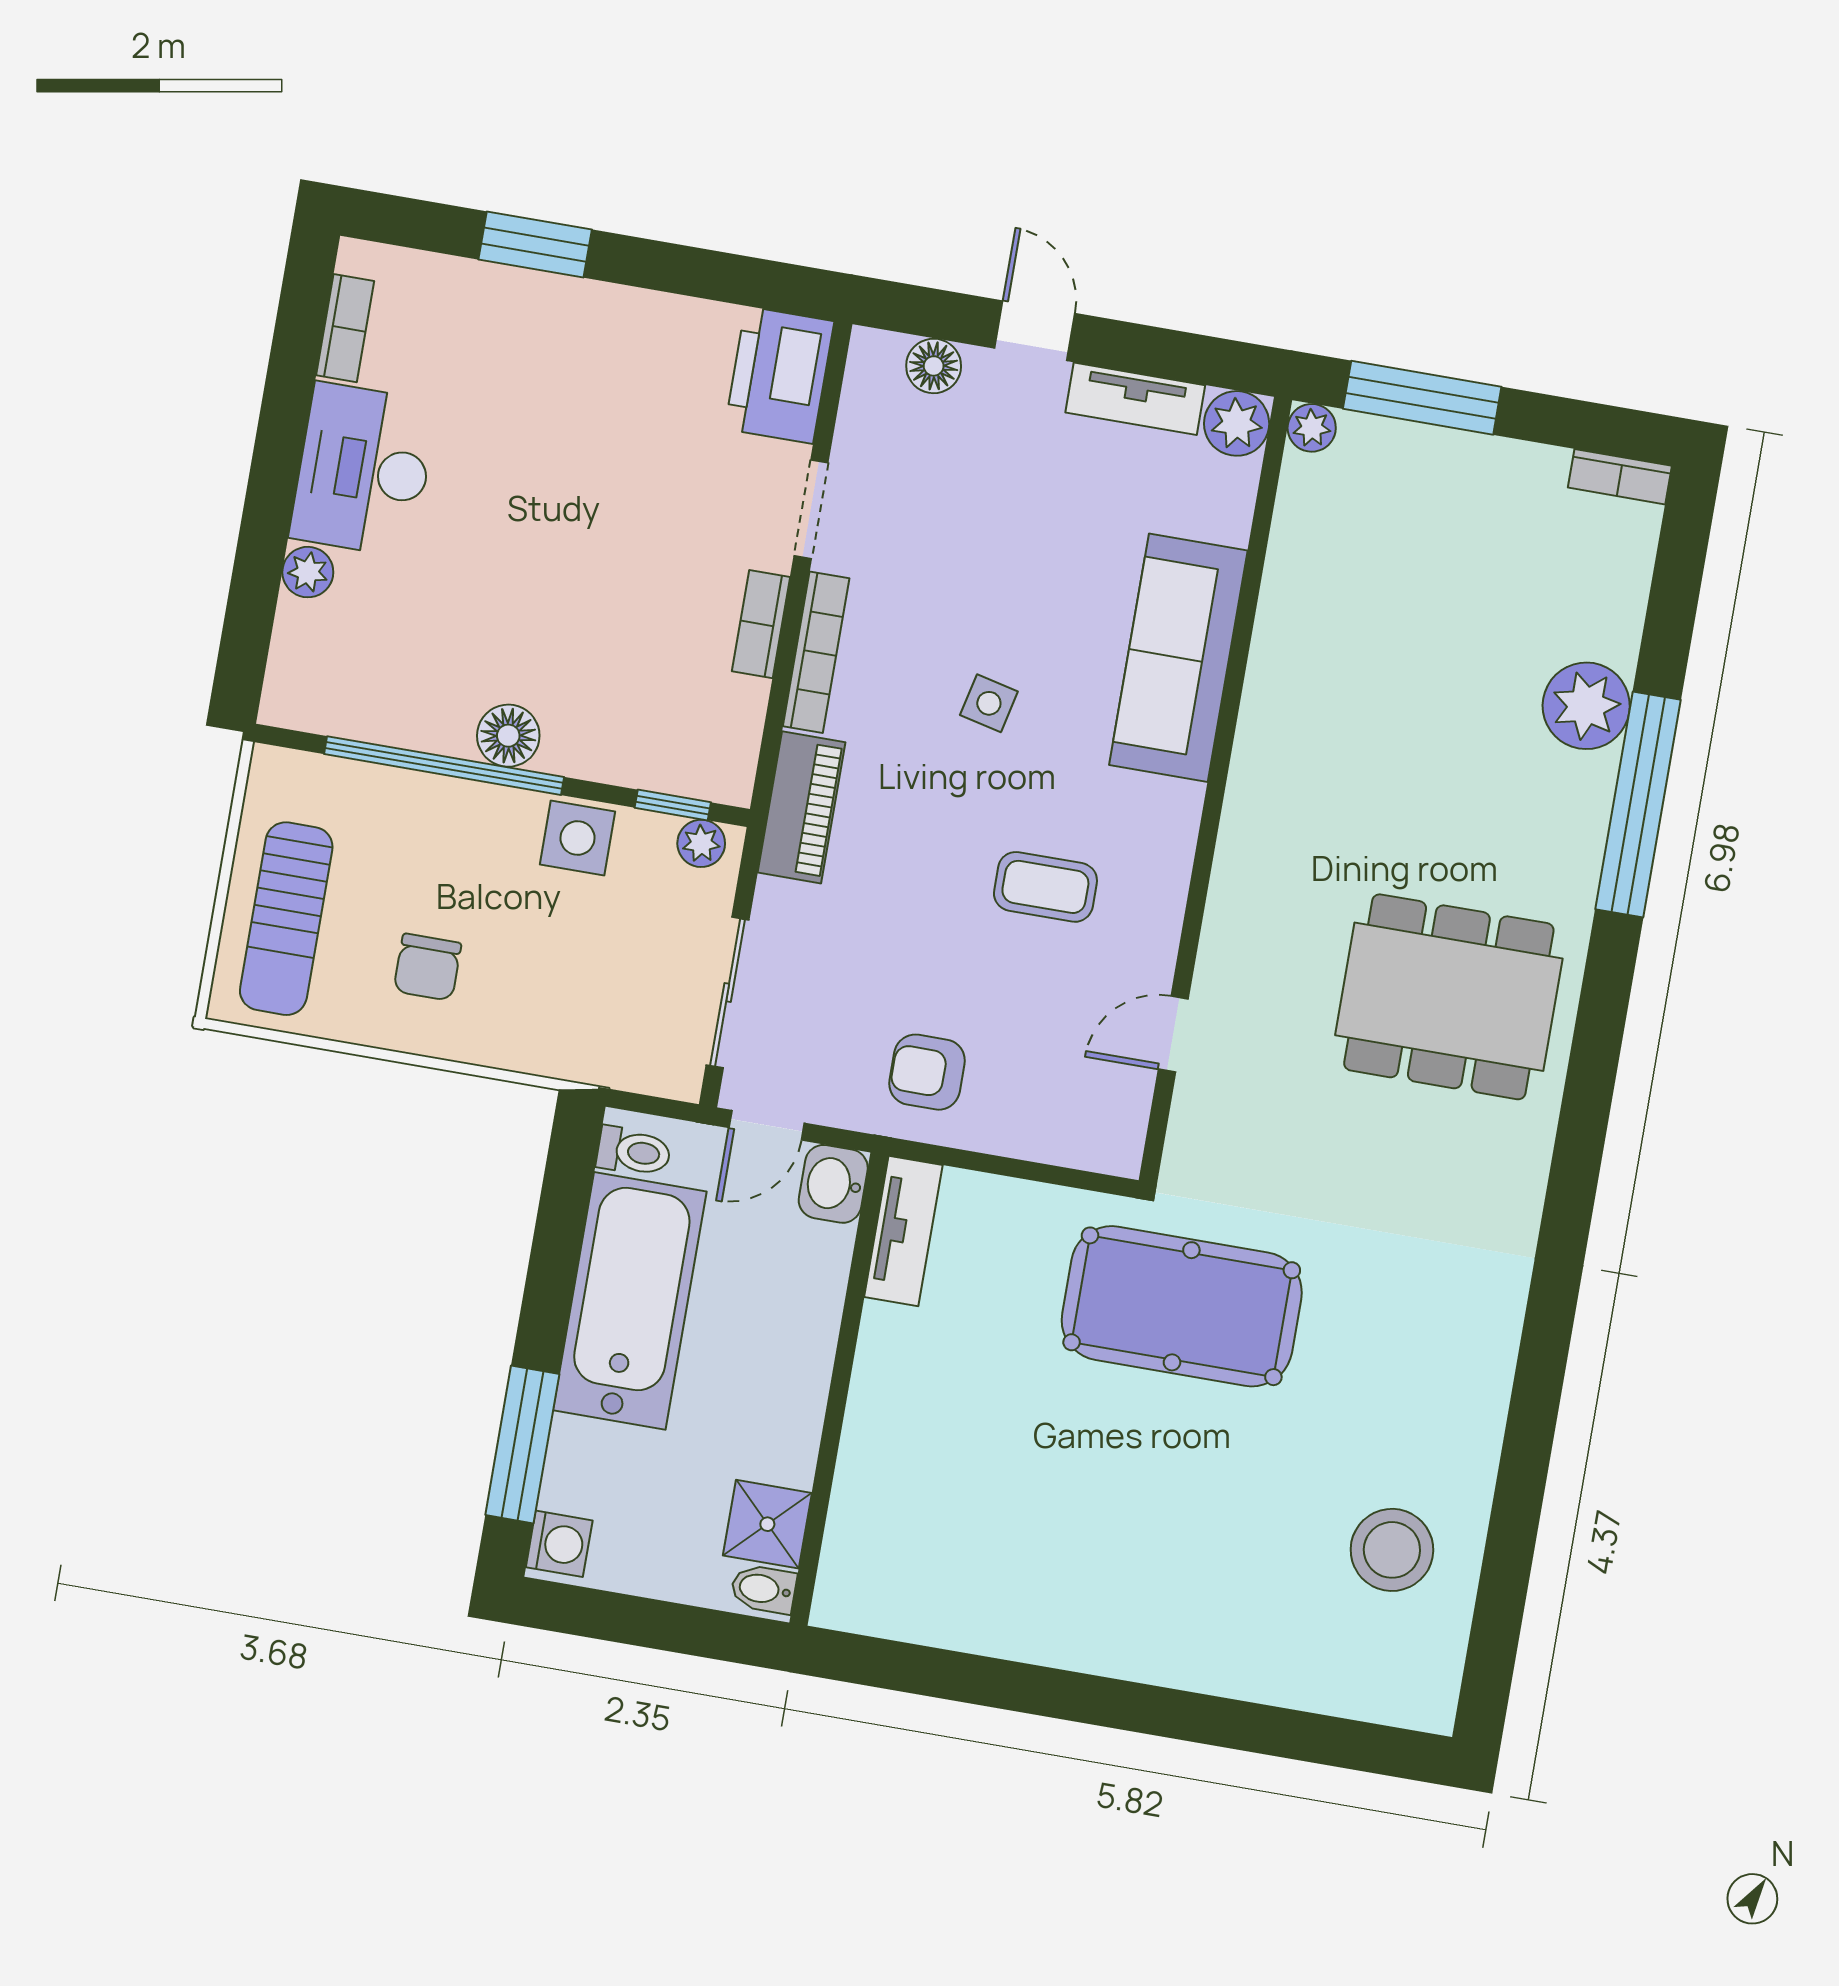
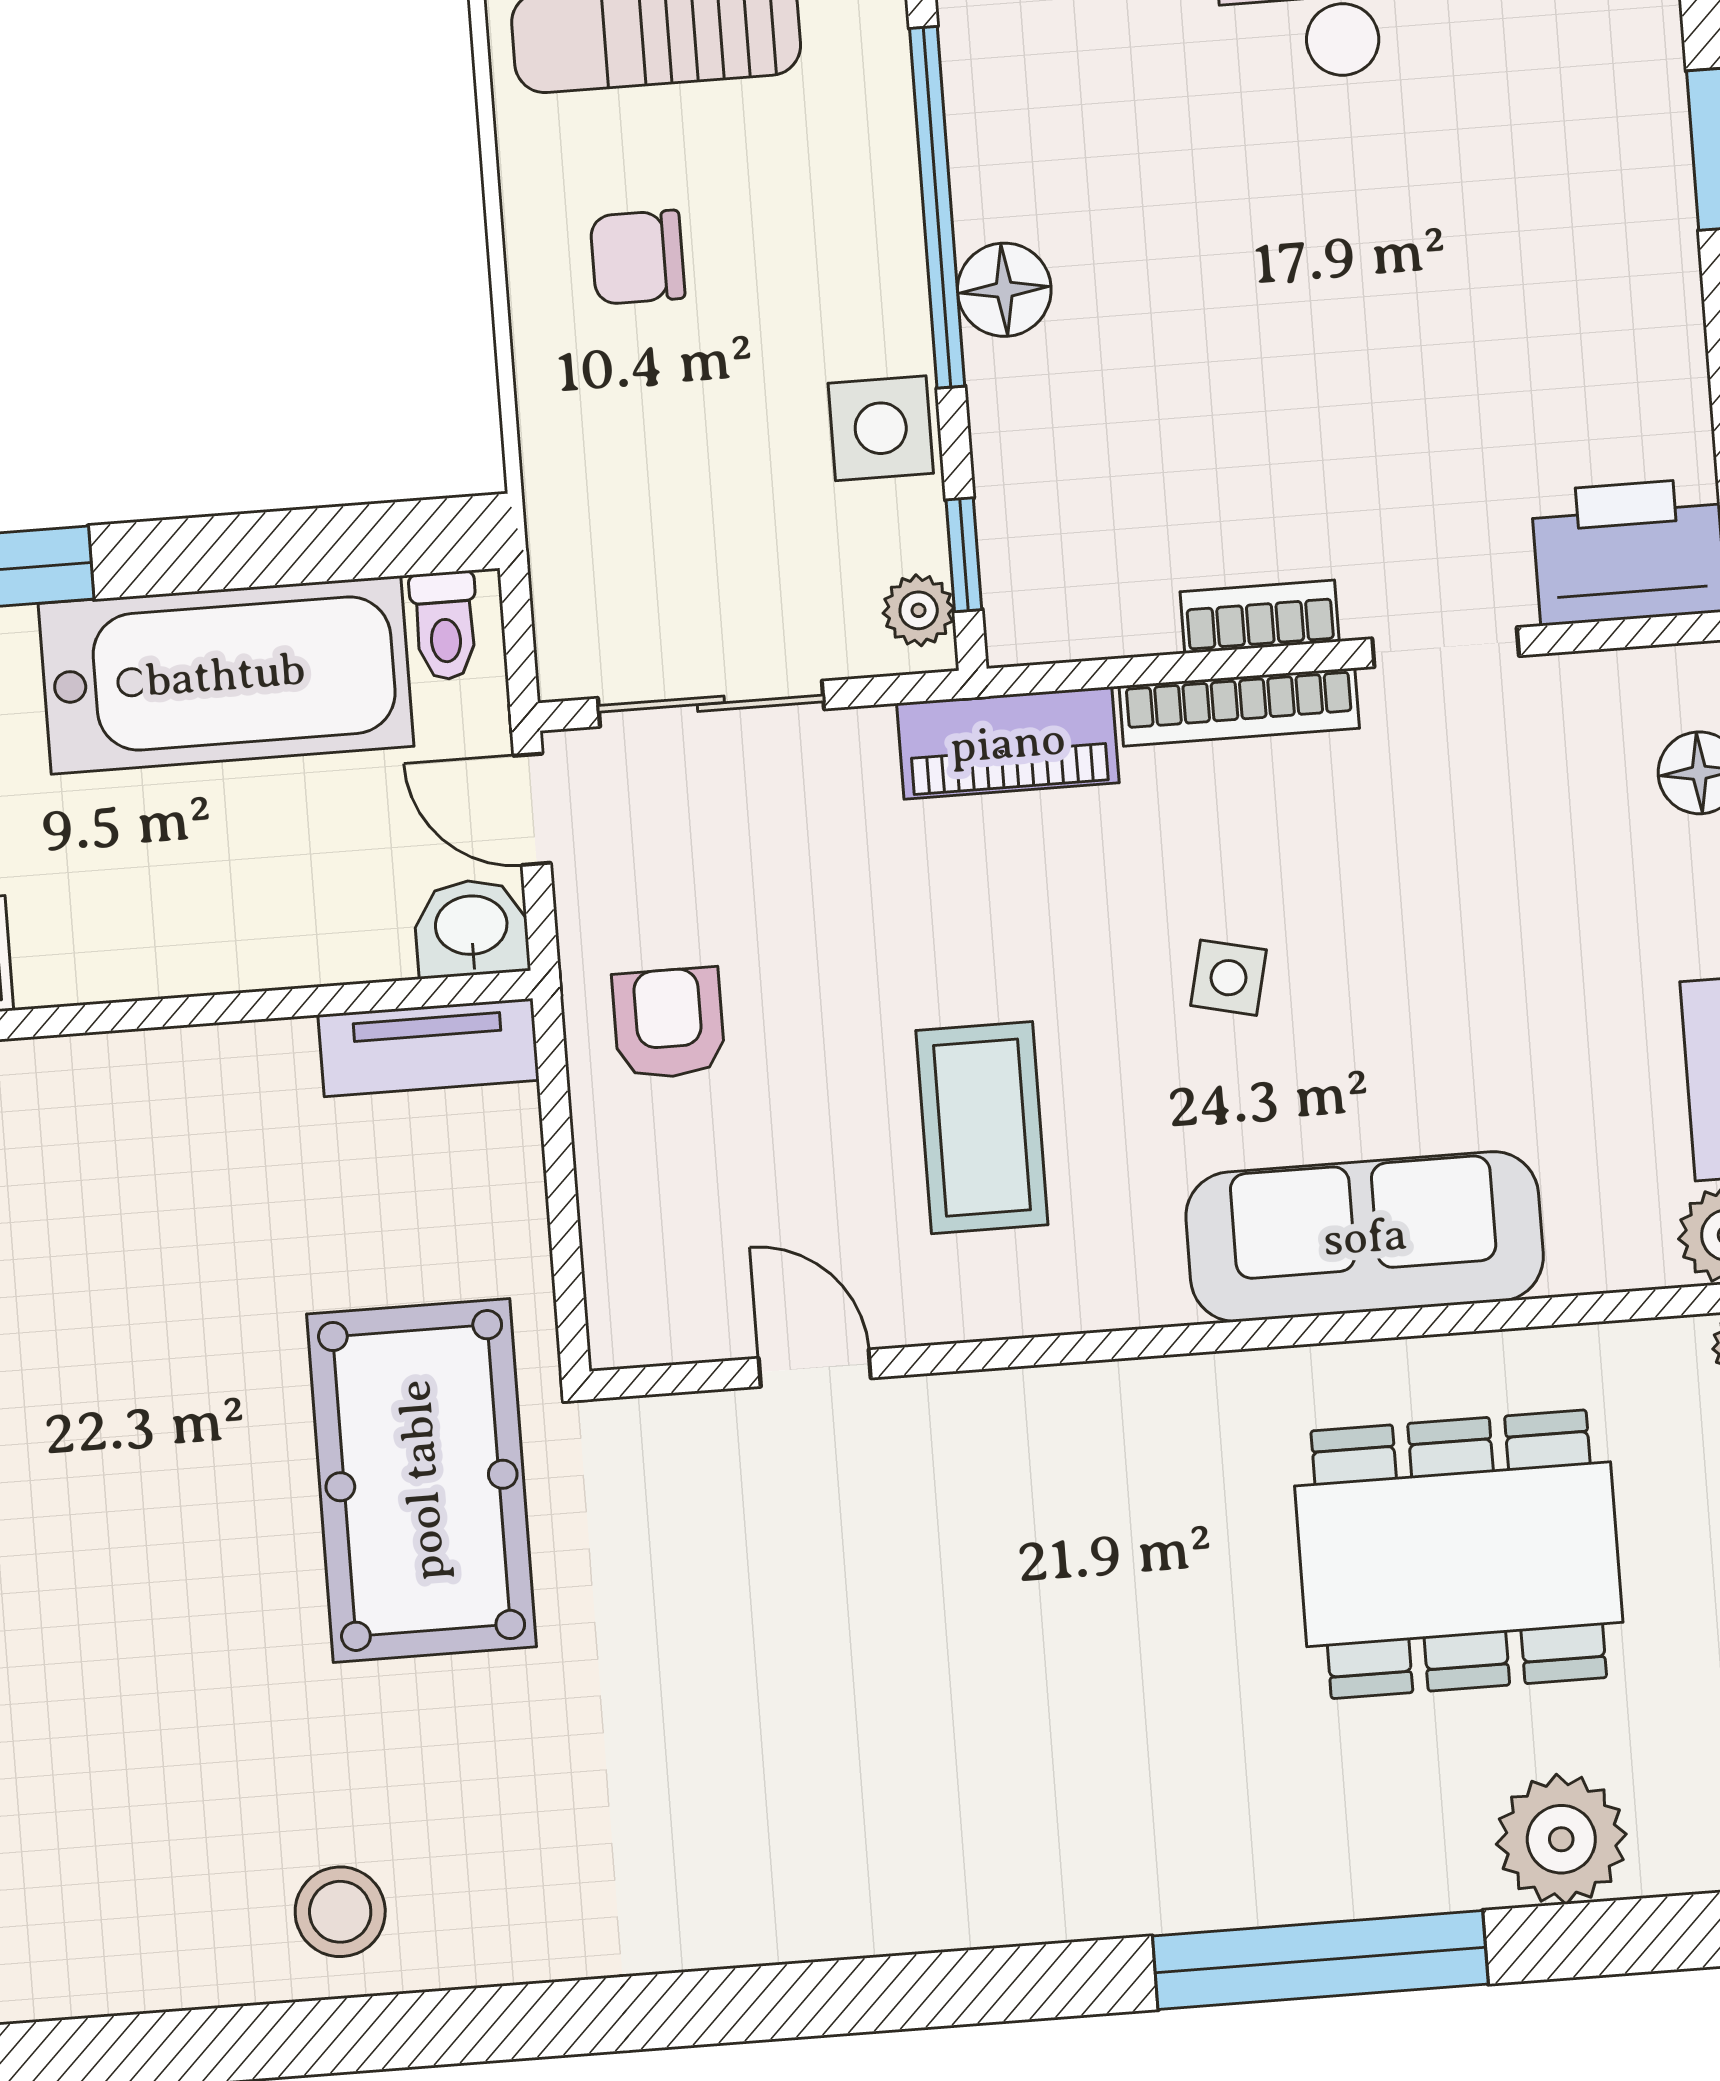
plant: (1586, 706) -> (1561, 1839), moved
coffee table: (1045, 887) -> (982, 1128), width x1.36, depth x1.30
dining table: (1449, 997) -> (1459, 1554), moved, turned 90
stool: (1392, 1550) -> (340, 1912), moved, width x0.73, depth x0.73

